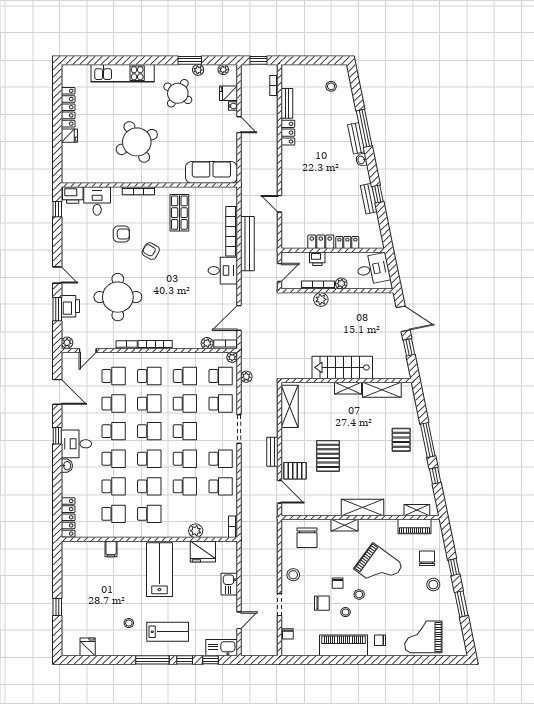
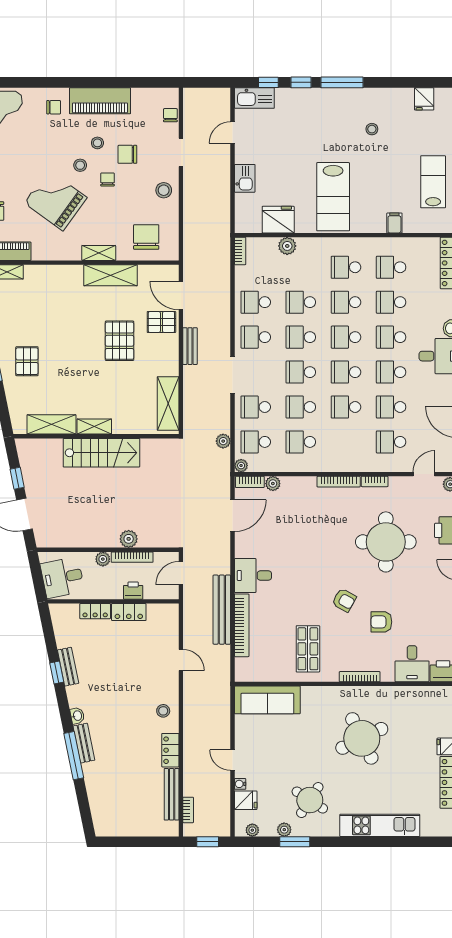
stool: (331, 86) -> (163, 711), moved
bench: (287, 103) -> (172, 794), width x1.36
school desk: (149, 376) -> (346, 442), removed
shelving: (362, 508) -> (111, 275), moved
lab bench: (168, 632) -> (433, 182), moved, turned 90

